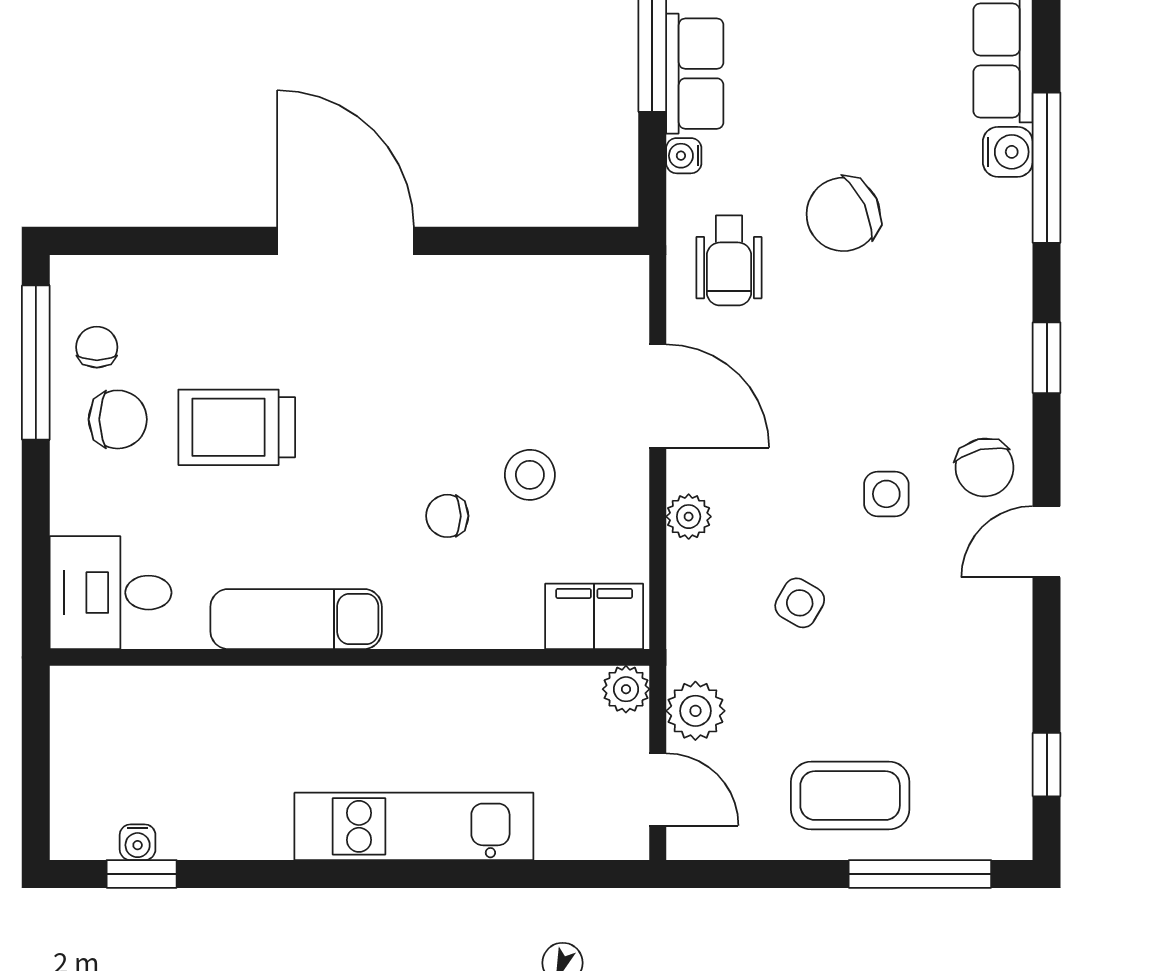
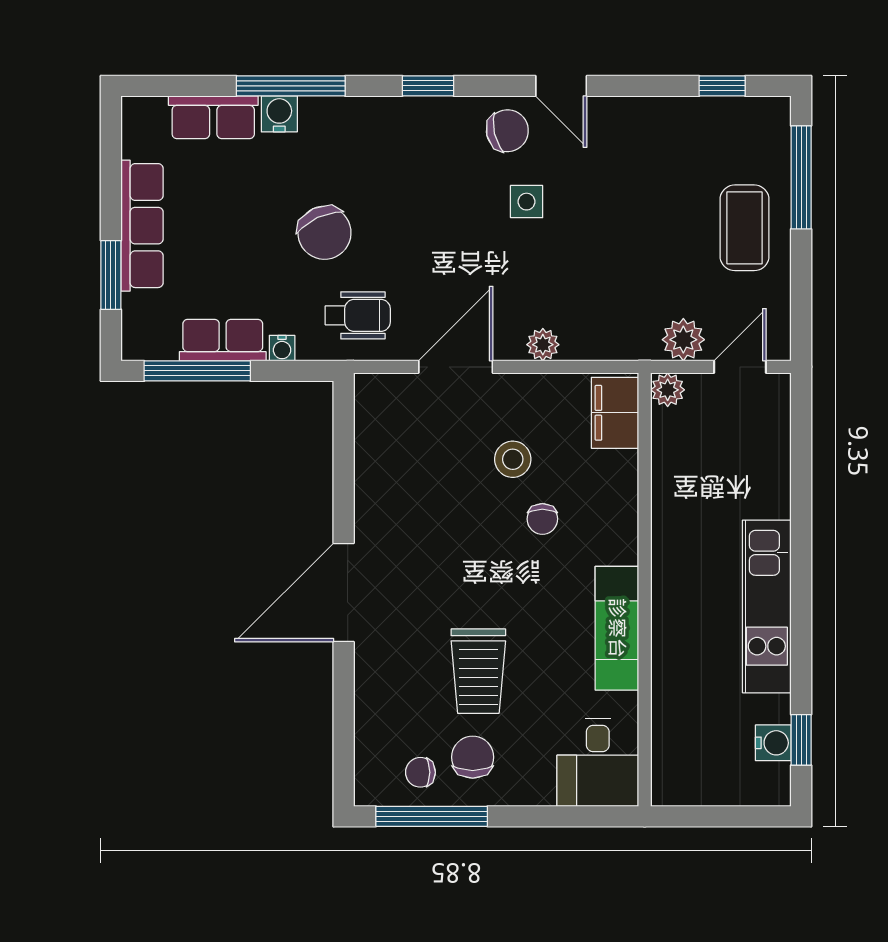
side table: (800, 603) -> (605, 264), removed
kitchen unit: (414, 826) -> (767, 606), moved
water cooler: (138, 842) -> (773, 743), width x1.38, depth x1.38

